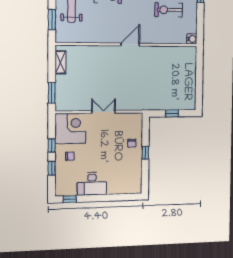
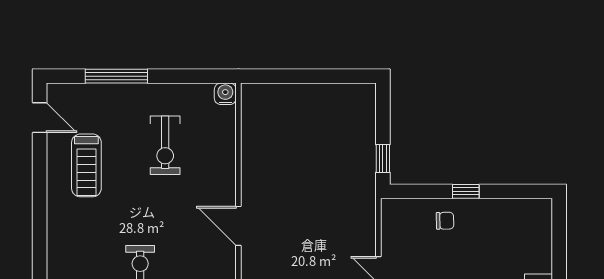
window: (172, 113) -> (383, 159), moved

